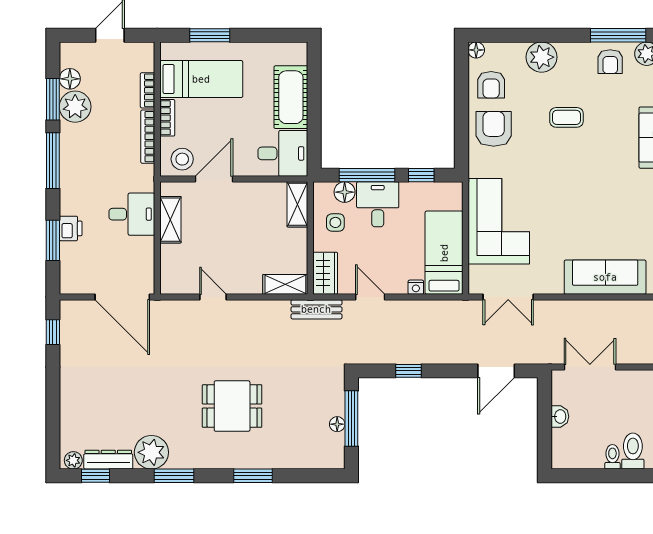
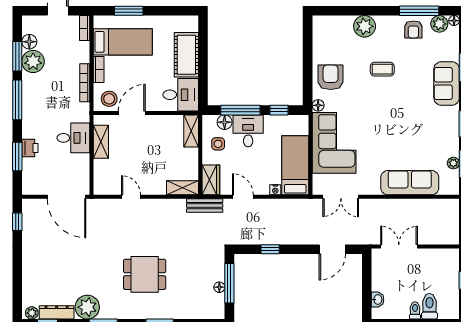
floor lamp: (476, 50) -> (318, 105), moved
armchair: (491, 85) -> (329, 46), removed
bookcase: (148, 90) -> (85, 28), moved
washbasin: (560, 416) -> (378, 299), moved

